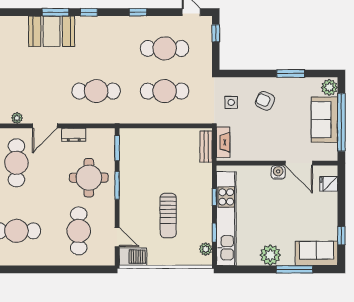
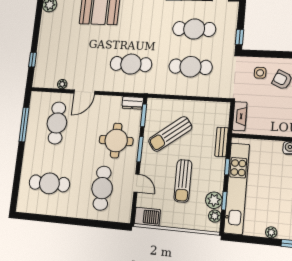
window: (216, 33) -> (240, 37), moved
side table: (231, 102) -> (260, 73), moved
dresser: (74, 135) -> (133, 103), moved
bench: (206, 147) -> (221, 142), moved
sun lounger: (149, 166) -> (170, 134), added
plant: (203, 233) -> (214, 200), added
door: (117, 237) -> (136, 183), moved
plant: (270, 255) -> (271, 232), width x0.53, depth x0.53

